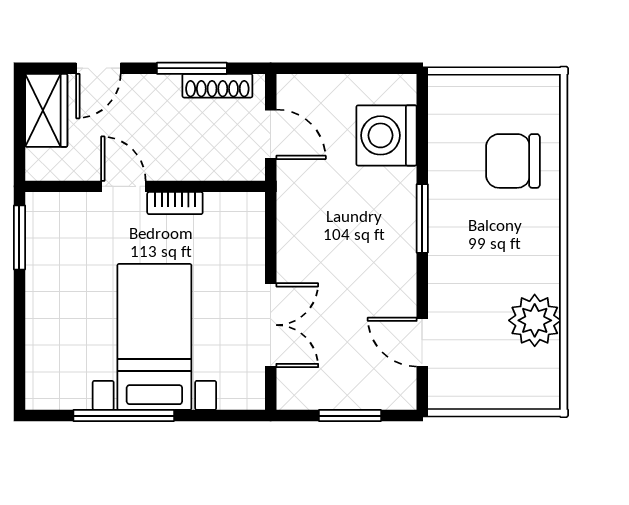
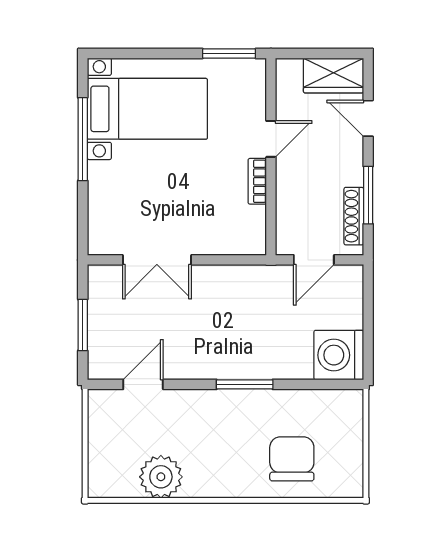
washing machine: (387, 135) -> (339, 355), moved, turned -90
bed with nightstands: (154, 337) -> (147, 109), moved

